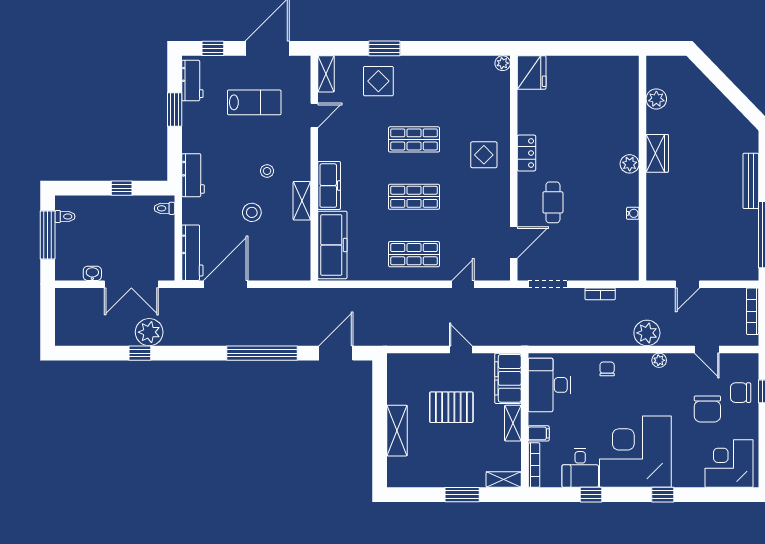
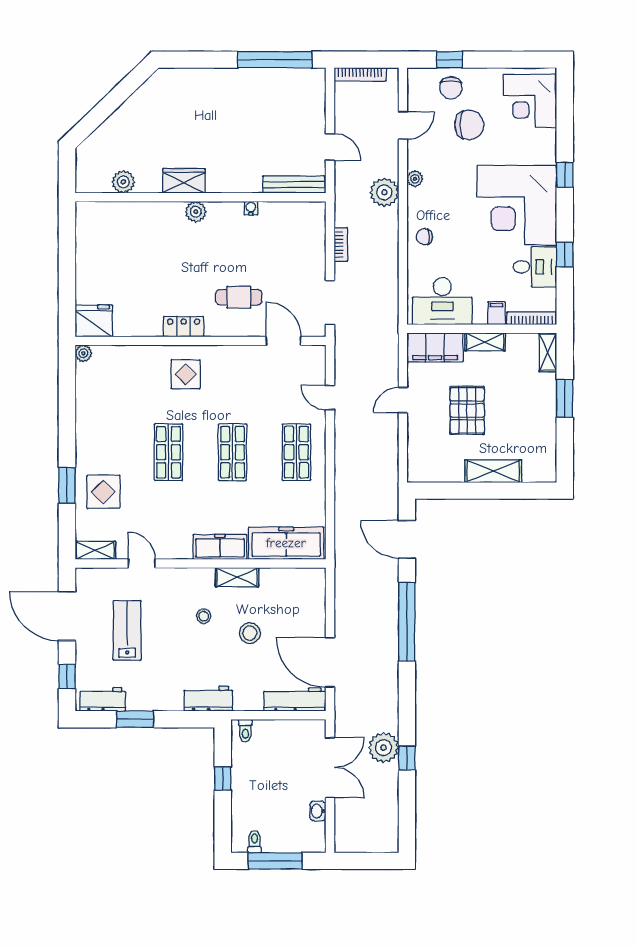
bench: (751, 181) -> (294, 184), moved

